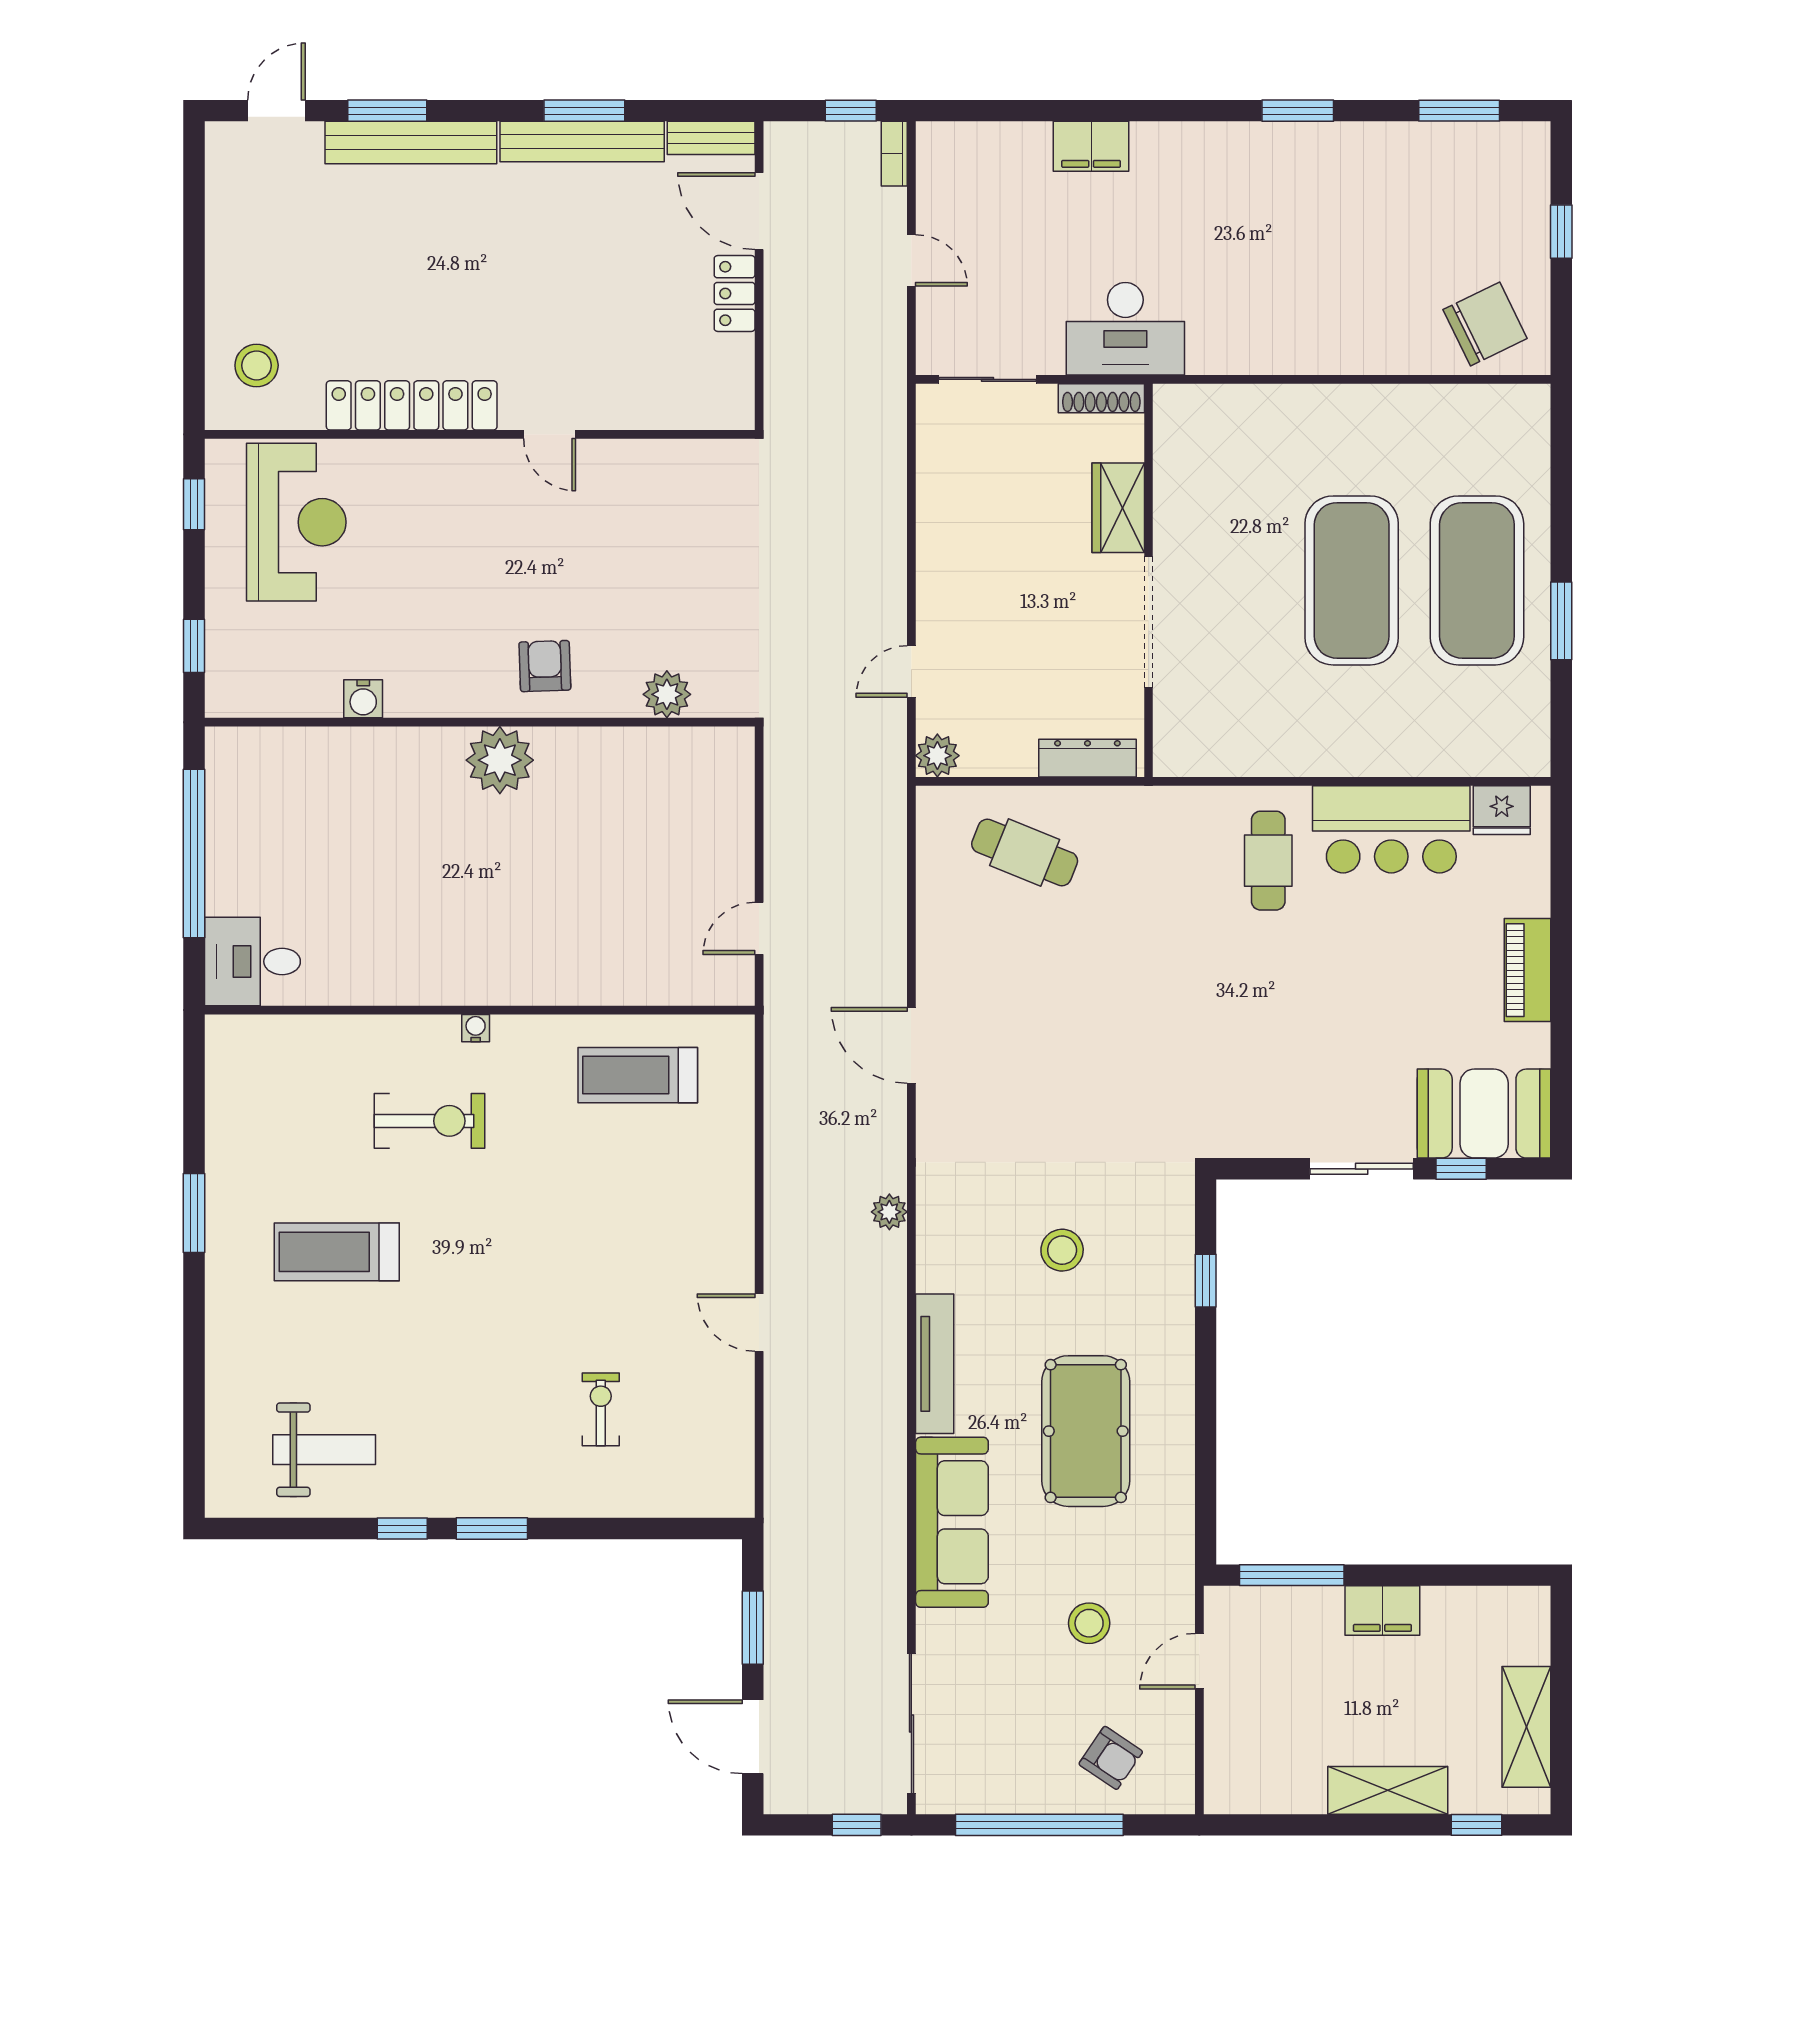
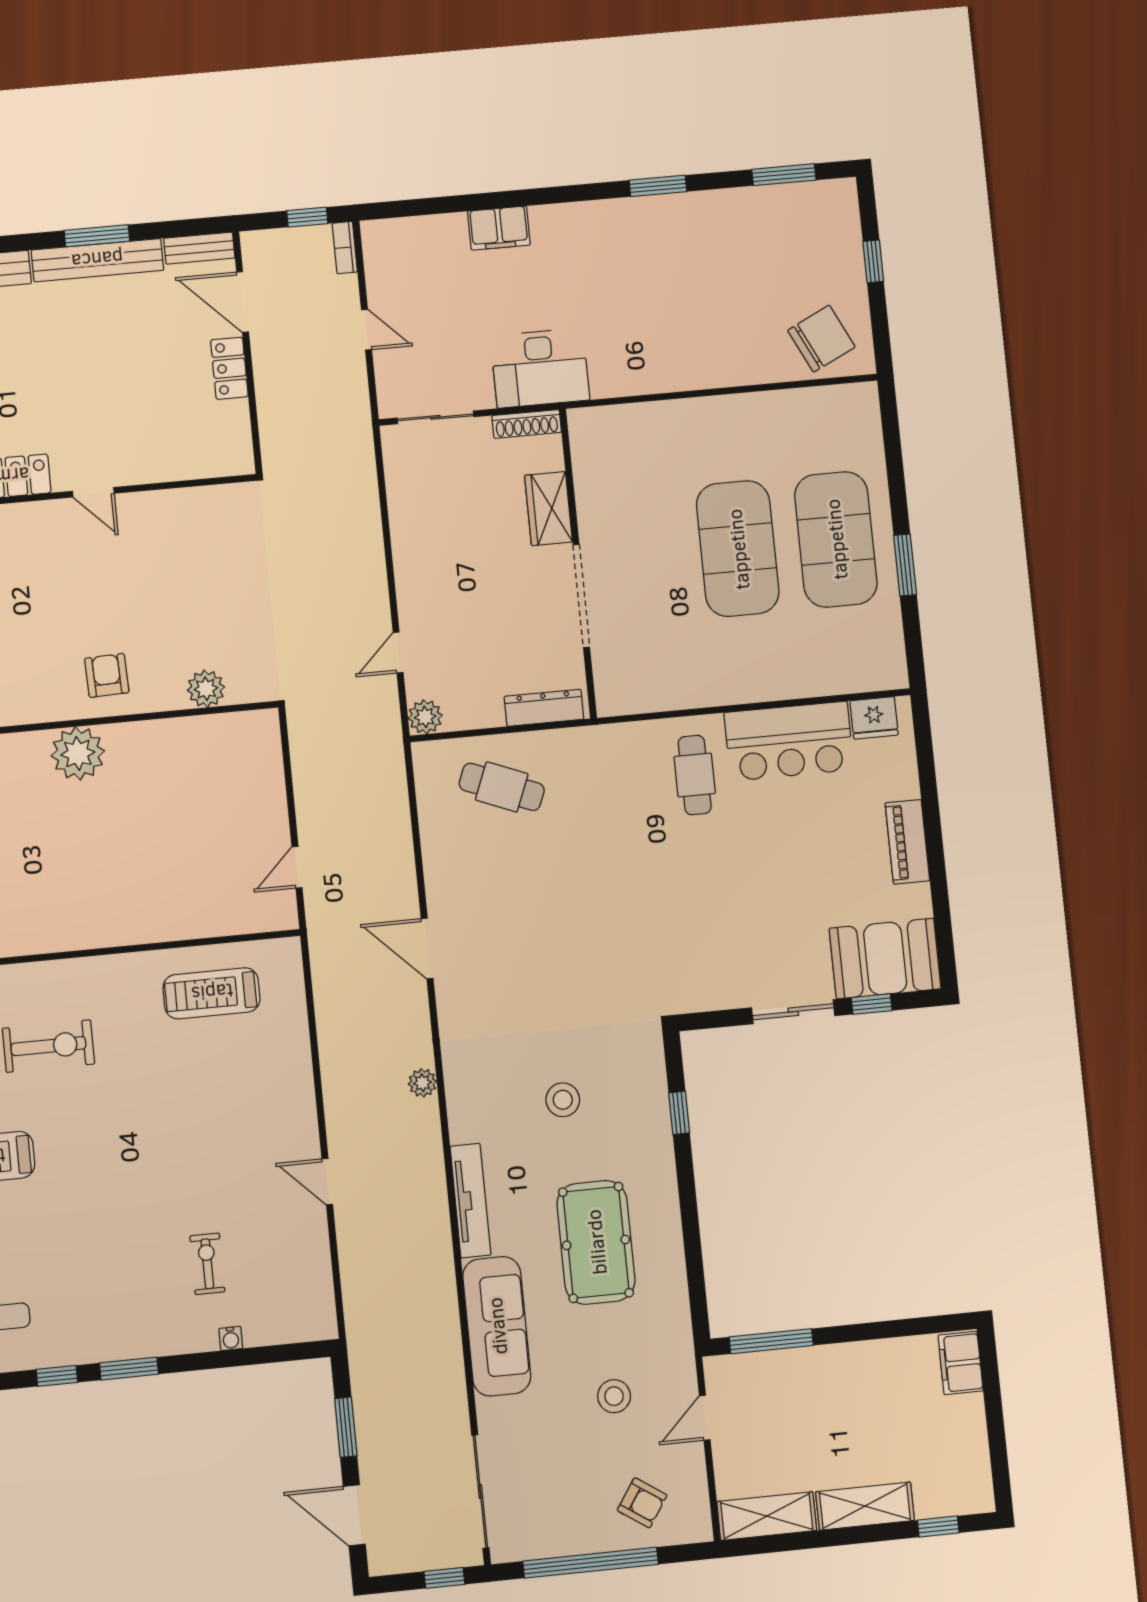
water cooler: (476, 1028) -> (231, 1338), moved, turned 180
filing cabinet: (1382, 1611) -> (961, 1363), moved, turned 90
shelving: (1526, 1727) -> (767, 1516), moved, turned 90

